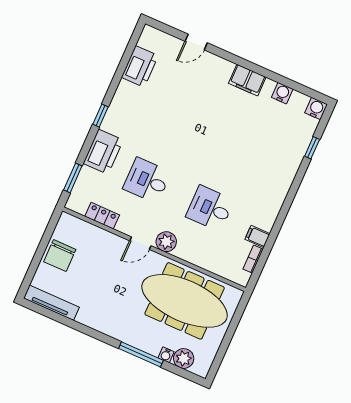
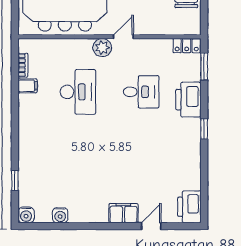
printer: (140, 66) -> (189, 207), moved
filing cabinet: (247, 80) -> (123, 213), moved
desk: (210, 208) -> (78, 92), width x1.37
locker: (102, 216) -> (187, 46), moved

